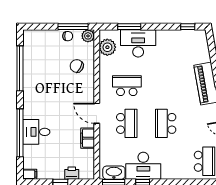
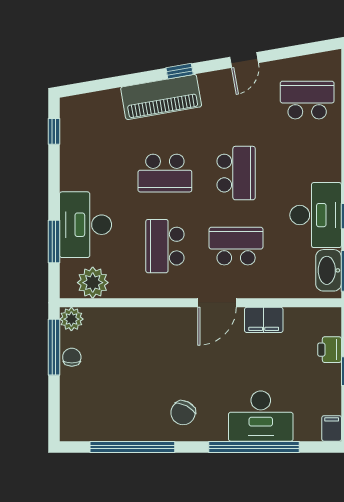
chair: (77, 66) -> (183, 413), moved
school desk: (166, 86) -> (165, 173), added
school desk: (166, 123) -> (236, 173), turned -90
desk: (36, 132) -> (261, 416), width x1.37

